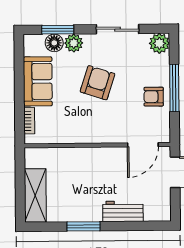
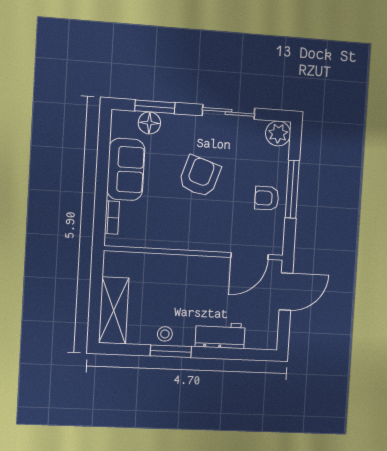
plant: (74, 43) -> (174, 125), removed
stool: (78, 212) -> (165, 334), added

